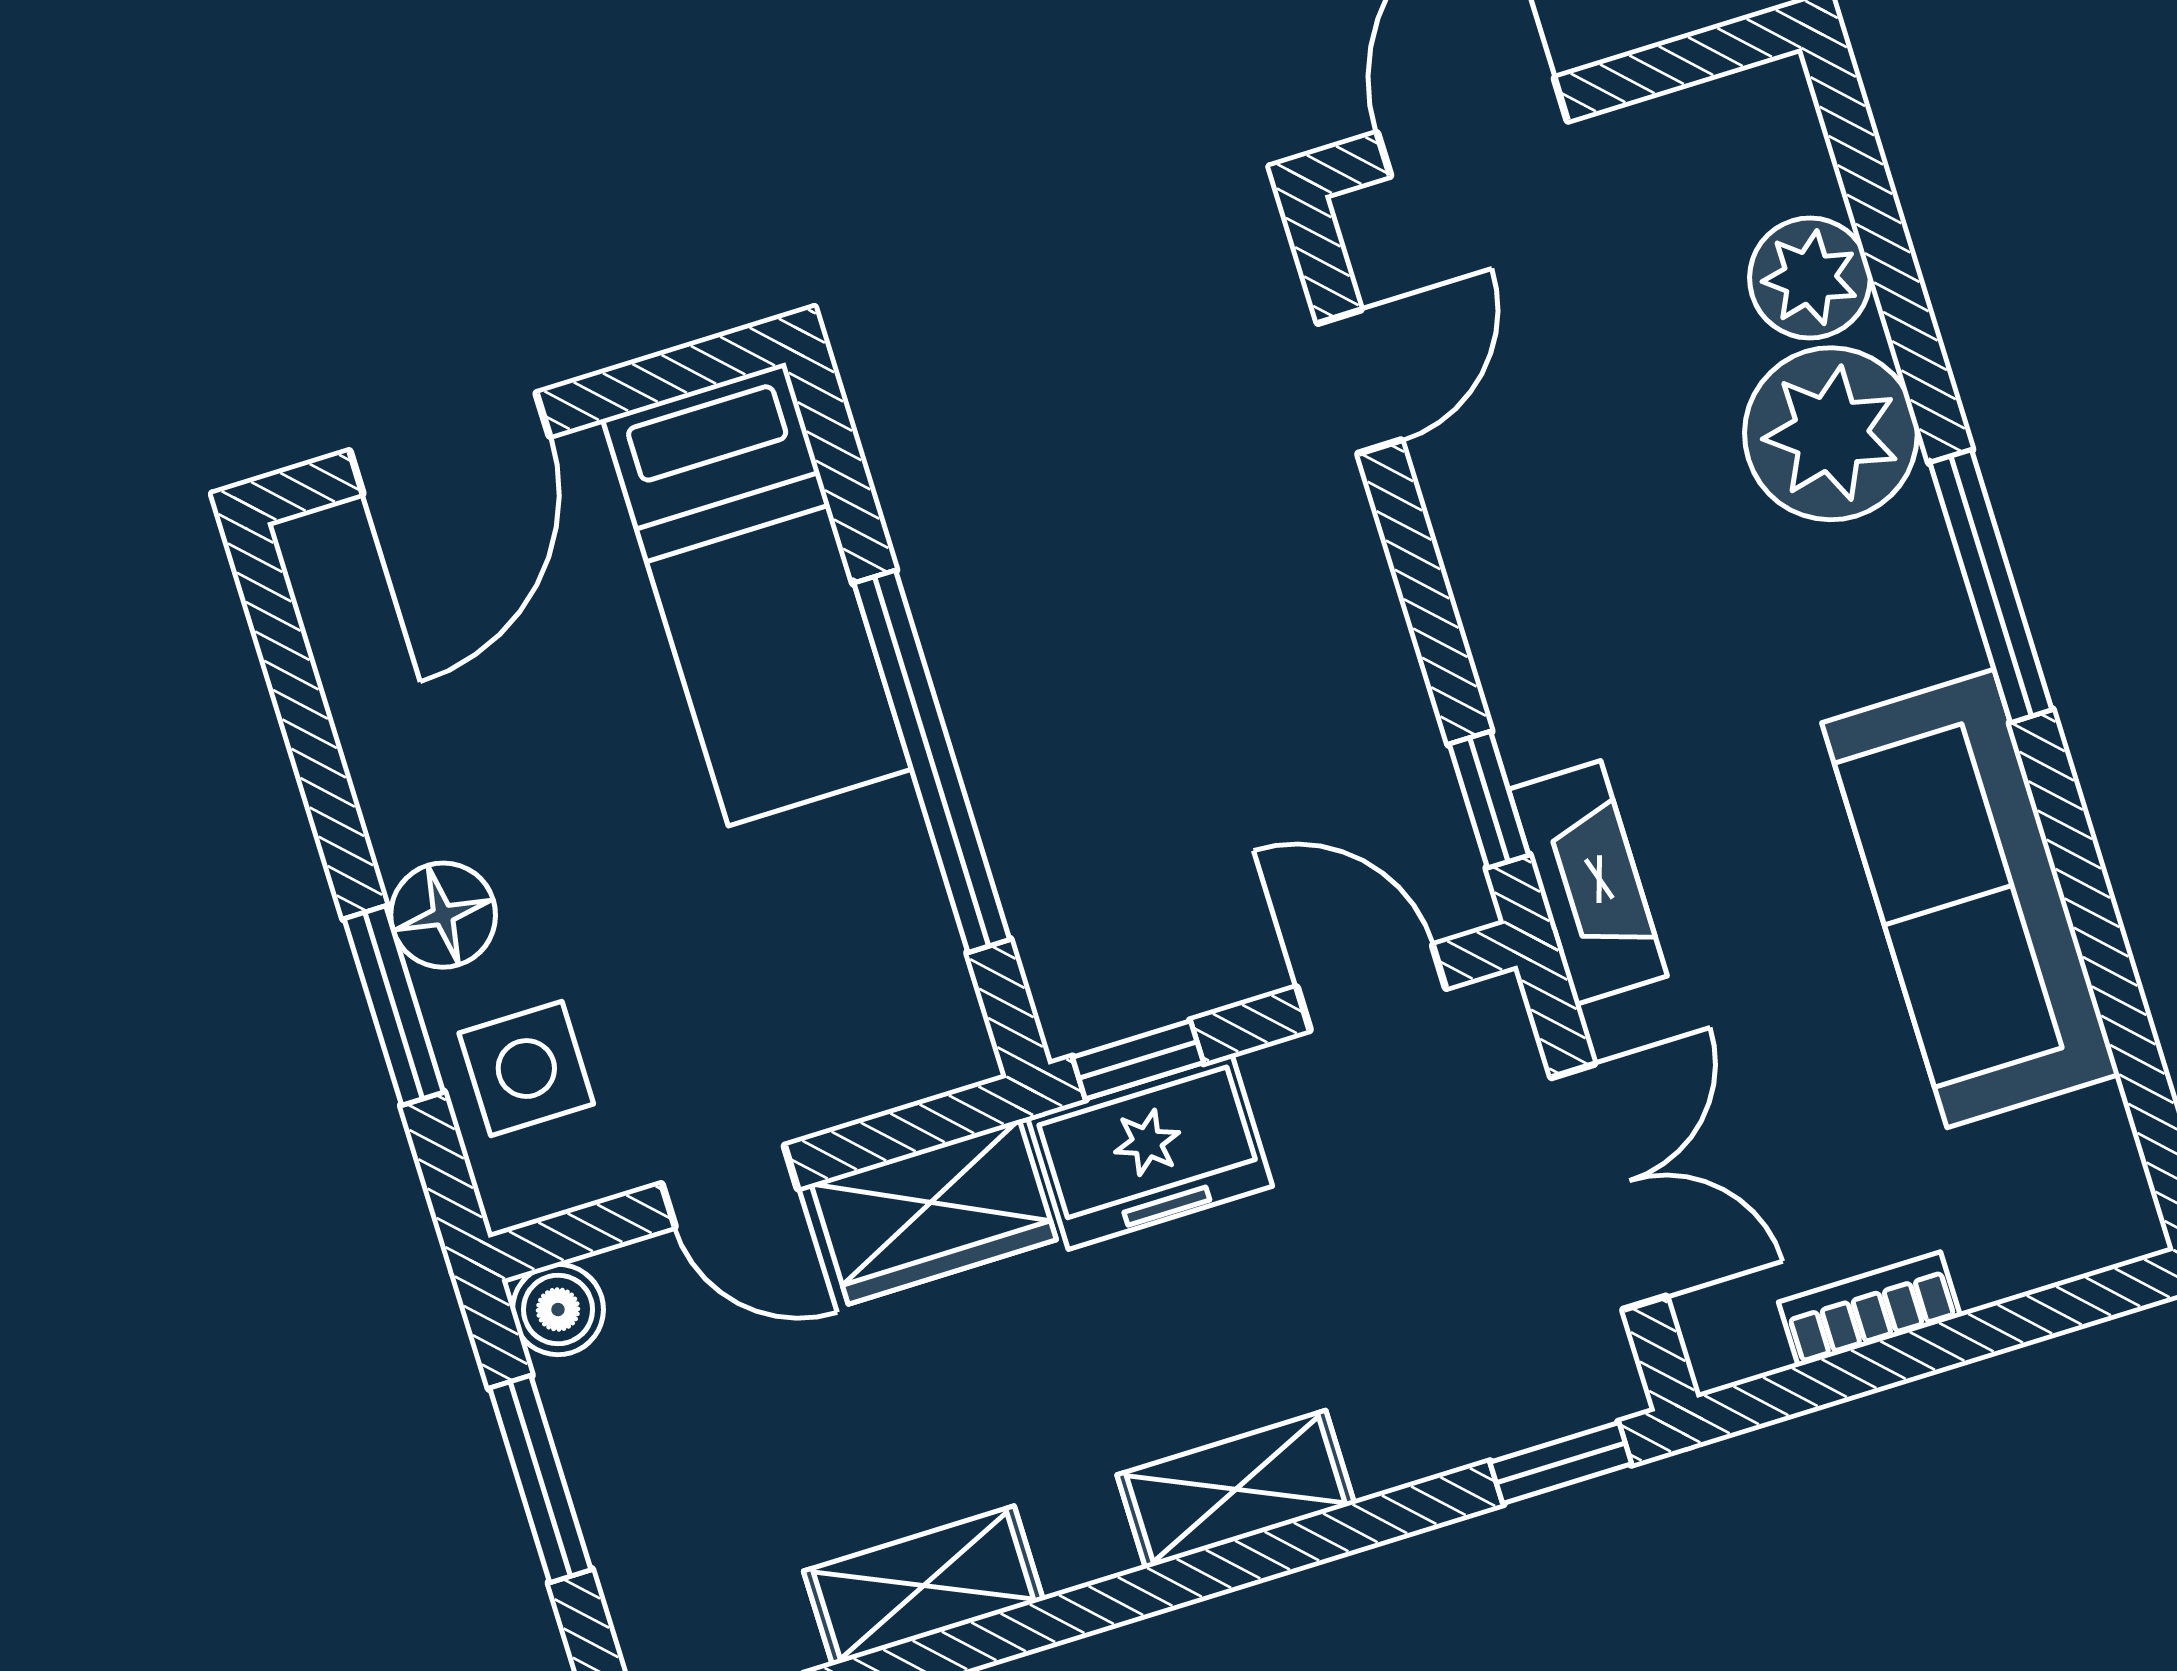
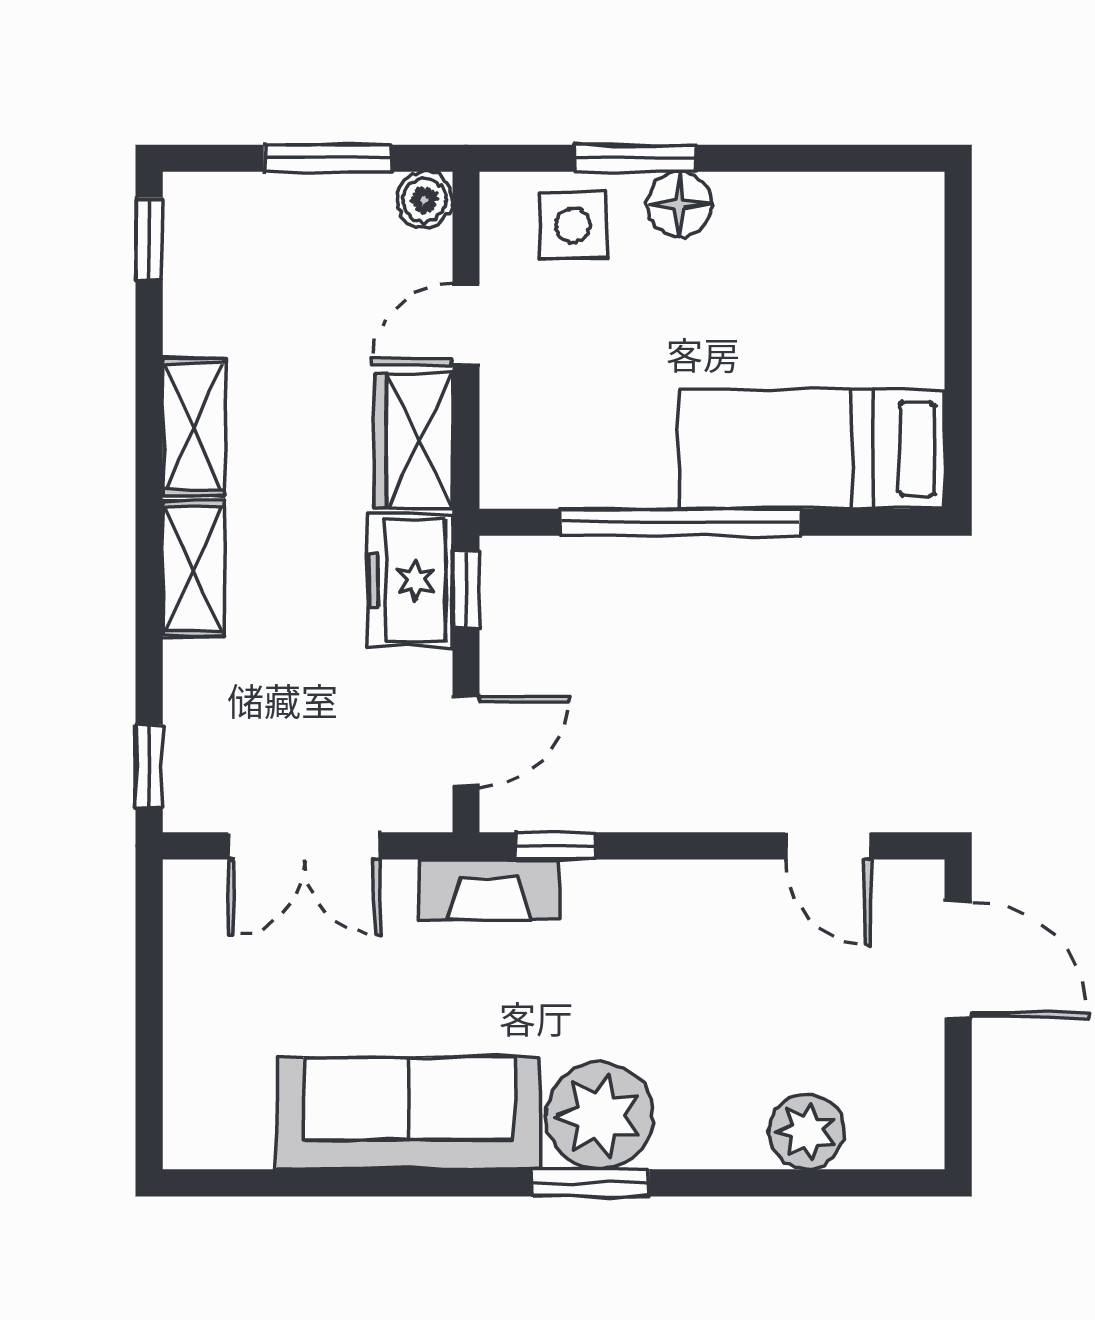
plant: (1831, 434) -> (599, 1116), moved
door: (450, 444) -> (958, 295), removed
window: (1991, 586) -> (590, 1183), width x0.69
bookcase: (1869, 1309) -> (184, 978), removed
shelving: (923, 1586) -> (193, 427), moved

